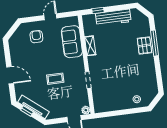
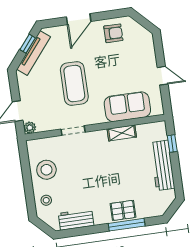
armchair: (36, 37) -> (113, 33), moved
workbench: (150, 78) -> (76, 219), added
coffee table: (55, 79) -> (74, 84), width x1.86, depth x1.72
stool: (115, 99) -> (46, 170), added

